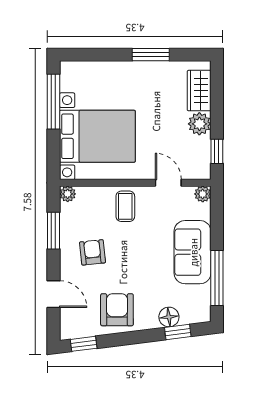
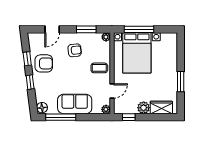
window: (53, 102) -> (139, 29), moved
floor lamp: (169, 317) -> (42, 108), moved
window: (178, 332) -> (30, 82), moved
window: (84, 344) -> (27, 59), moved

